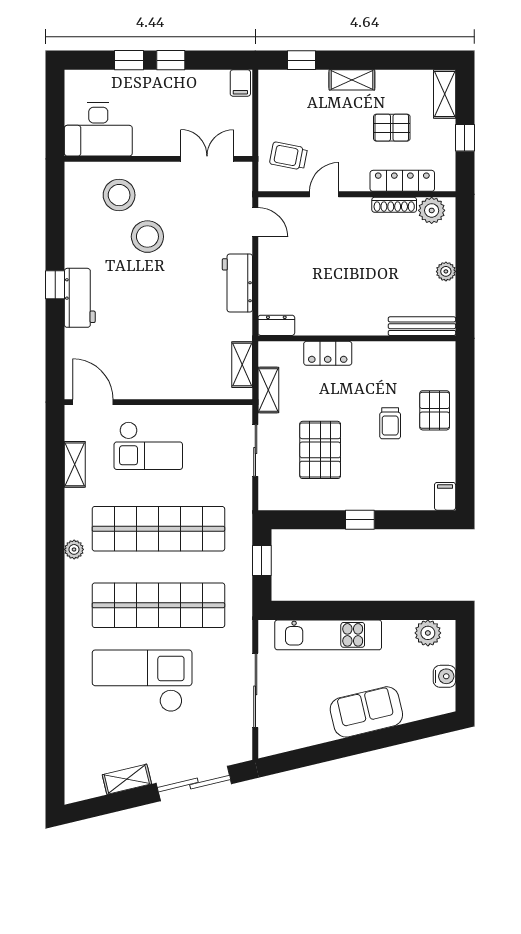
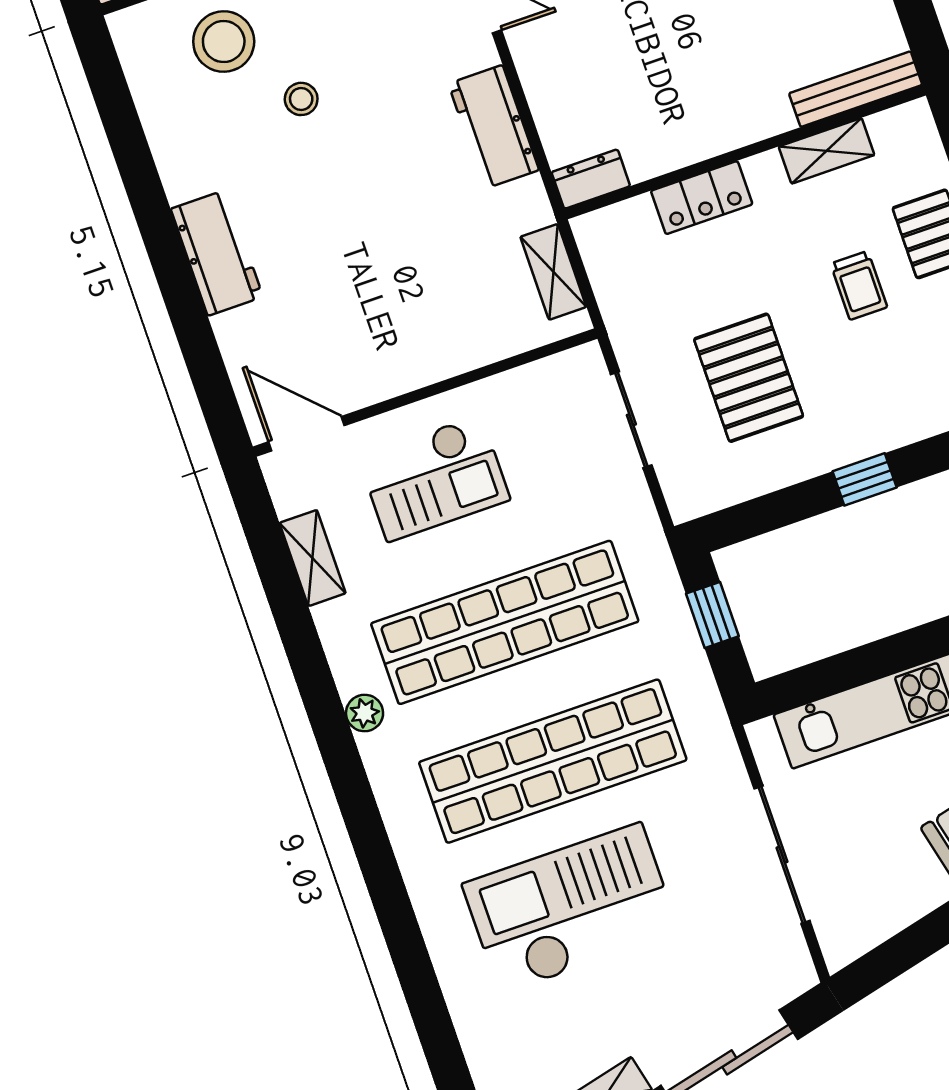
stool: (147, 237) -> (301, 99), width x0.53, depth x0.53
window: (55, 285) -> (164, 245), removed
shelving: (268, 390) -> (827, 151), moved, turned 90

